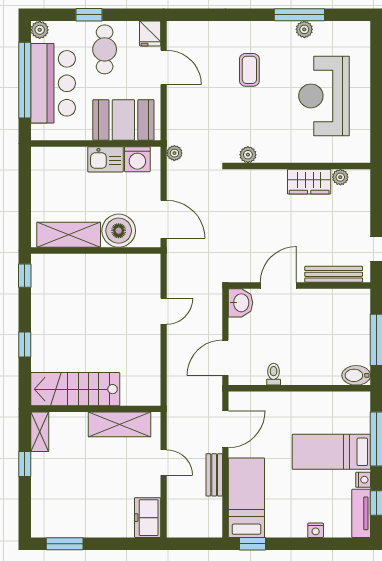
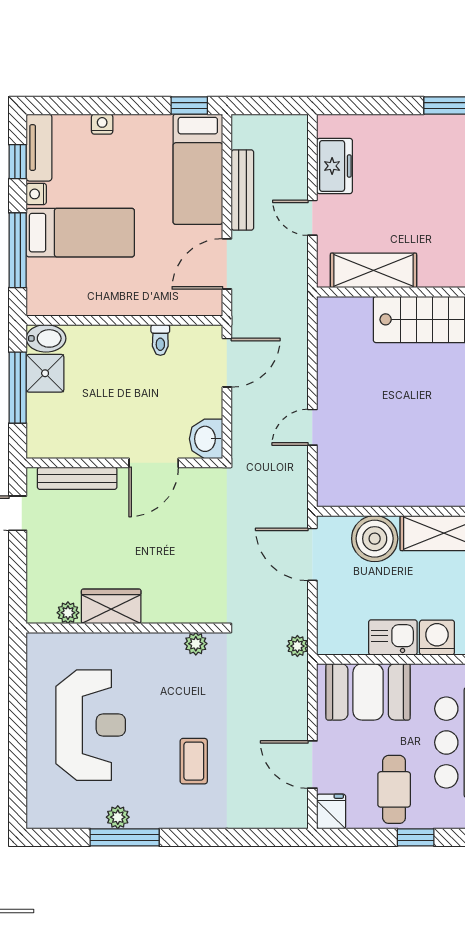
washing machine: (137, 159) -> (437, 638), moved
shower: (357, 350) -> (45, 373), added
bench: (214, 475) -> (242, 190), width x1.36
freezer: (148, 518) -> (335, 166), moved

